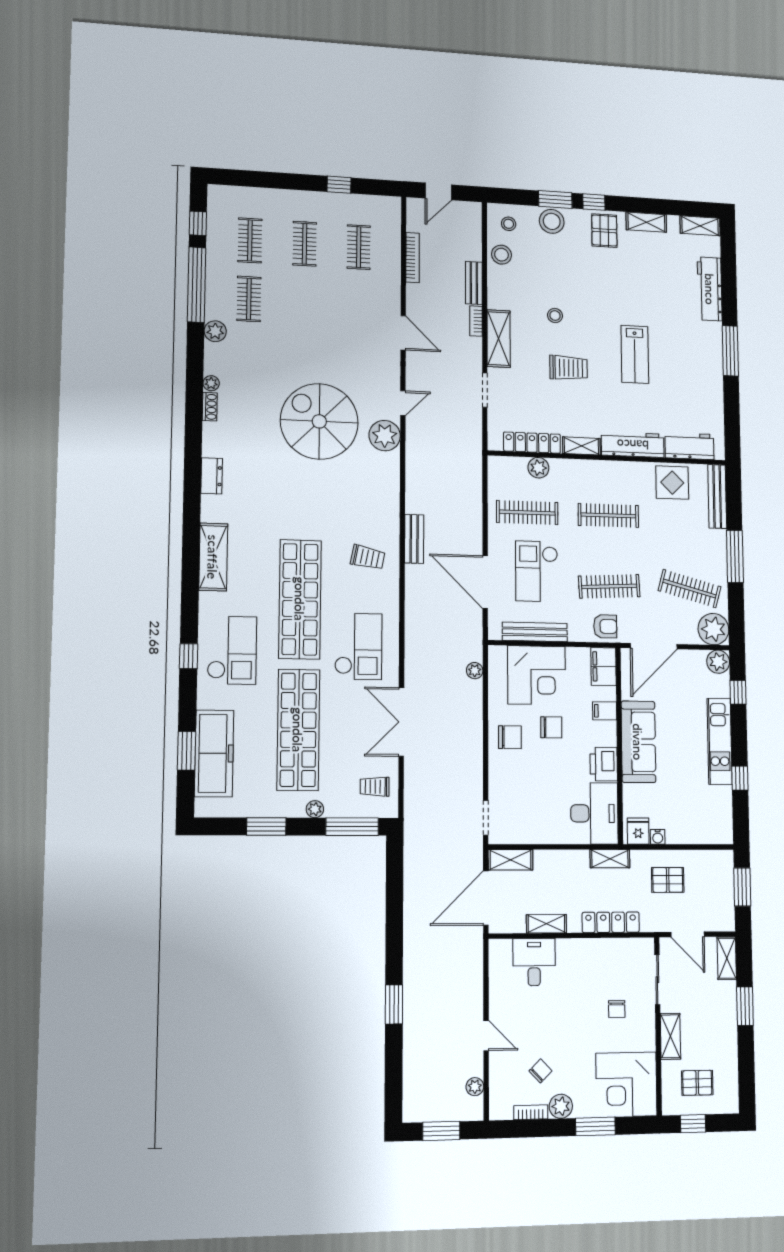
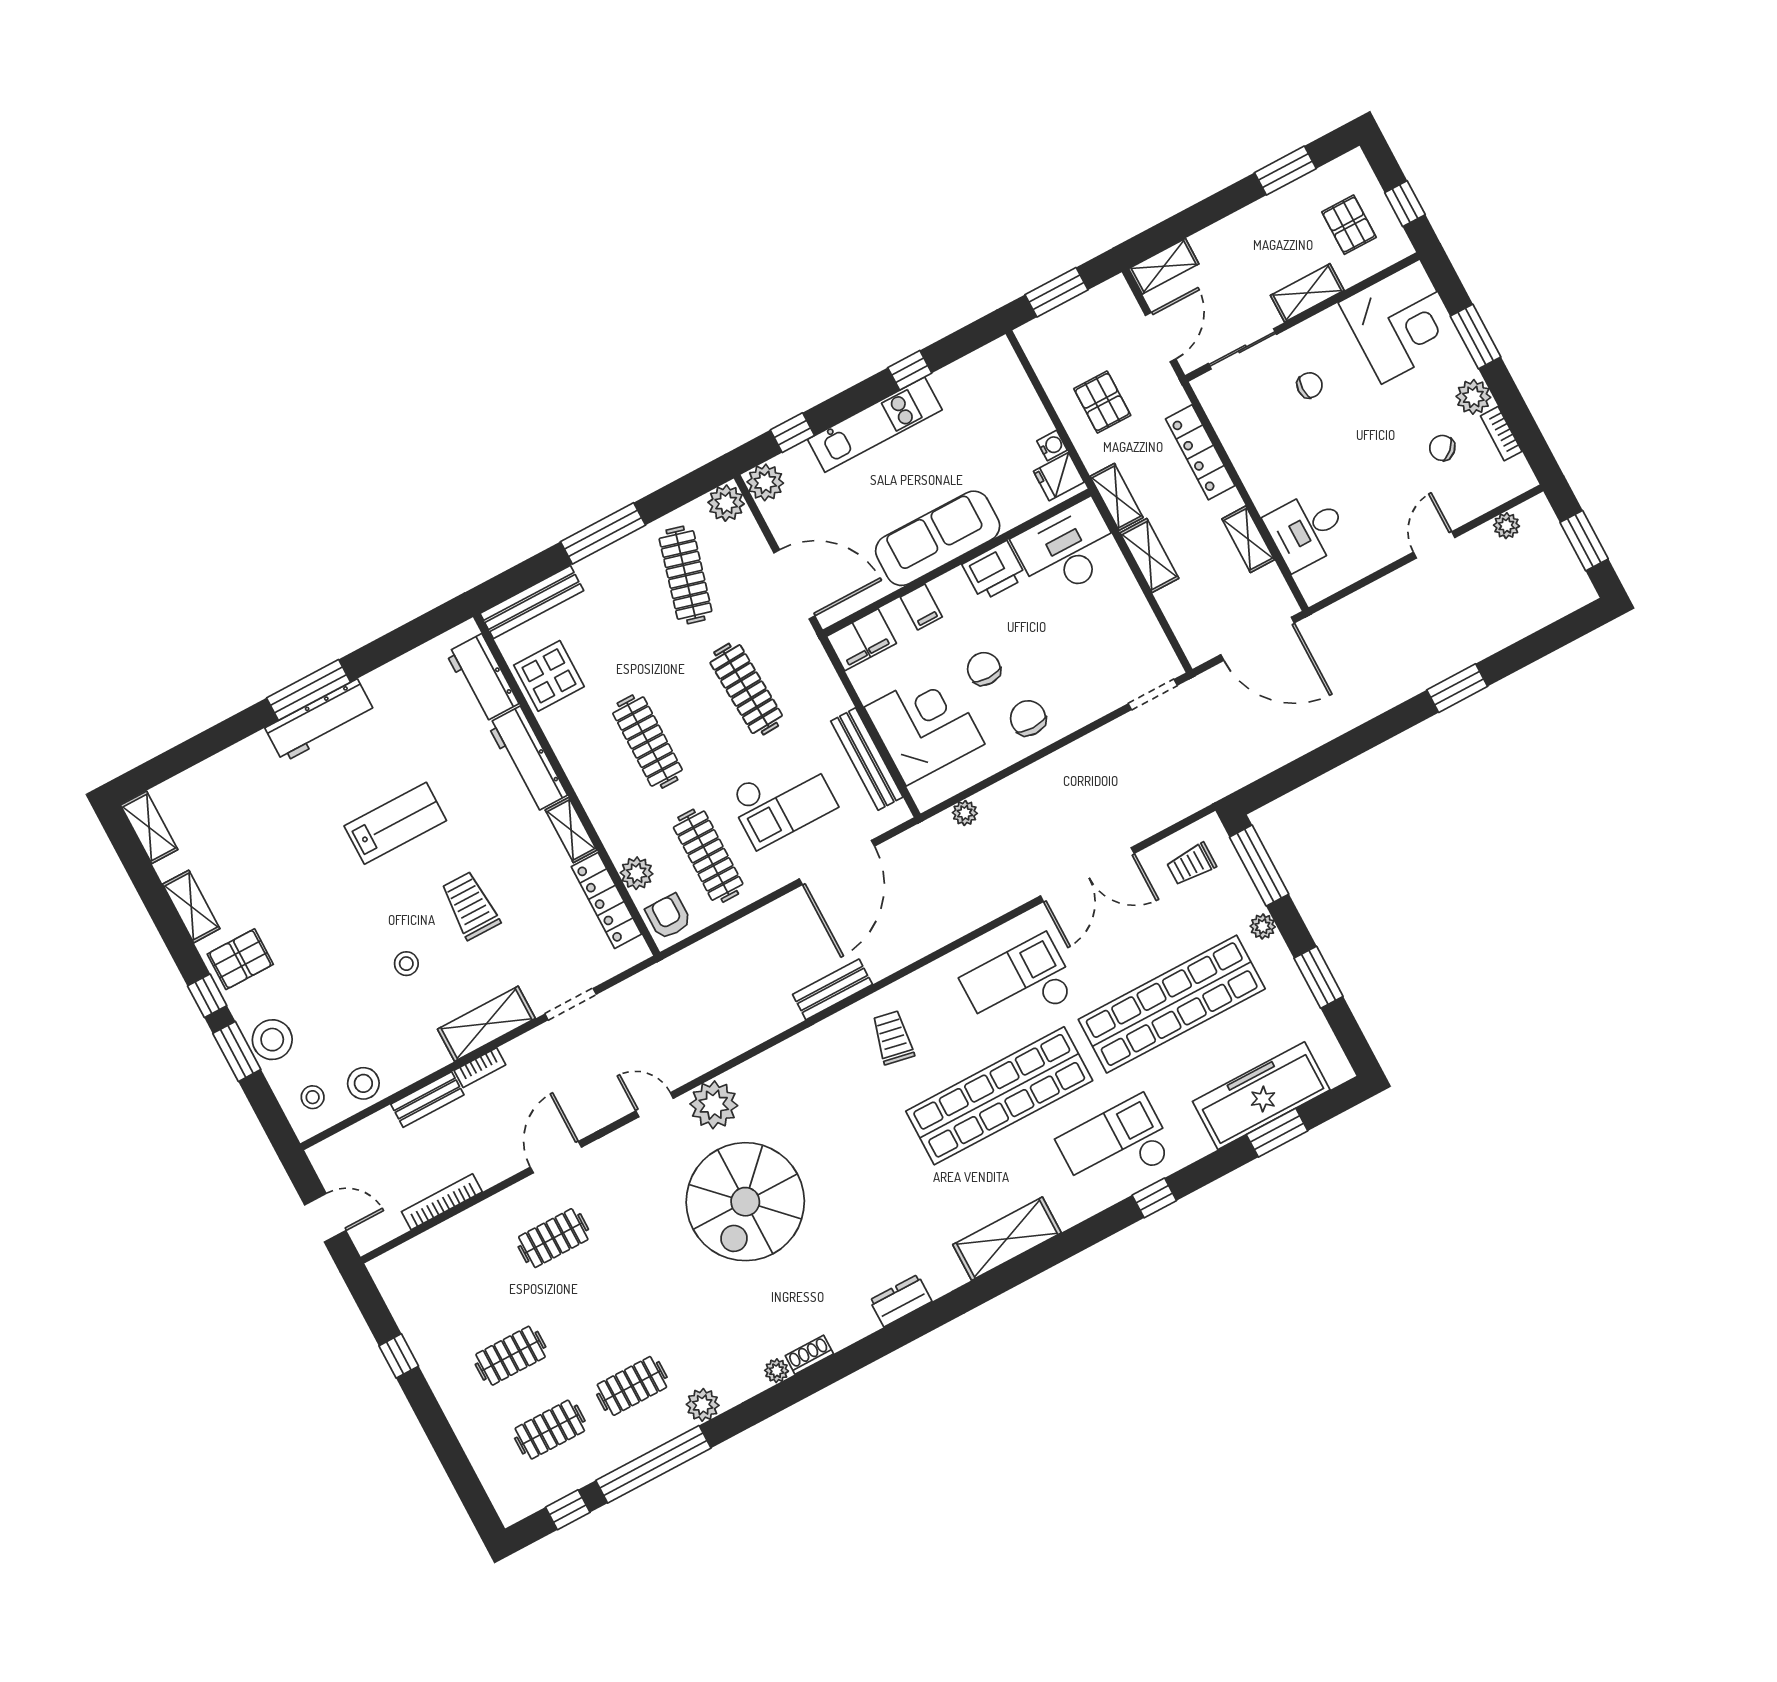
clothes rail: (359, 247) -> (553, 1238), moved
workbench: (710, 289) -> (320, 721), moved
armchair: (605, 626) -> (668, 917), moved
plant: (713, 629) -> (726, 503), width x0.73, depth x0.73
trolley: (375, 787) -> (1191, 864), turned 90
shelving: (510, 860) -> (1149, 556), moved
window: (745, 1006) -> (1285, 171), moved

